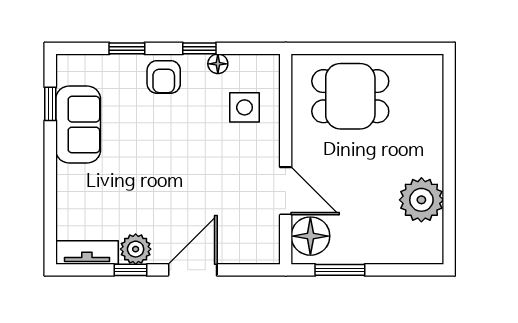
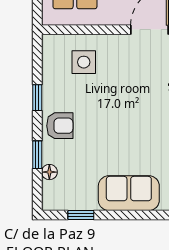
floor lamp: (218, 64) -> (49, 172), moved
sofa: (78, 125) -> (129, 193), moved

